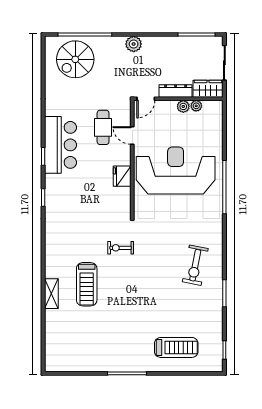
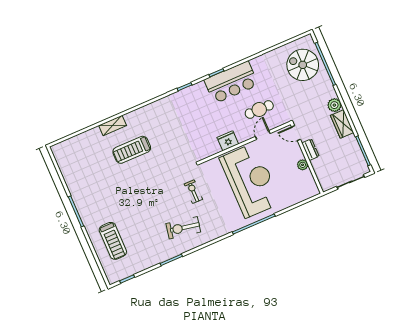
wardrobe: (208, 89) -> (342, 124), moved, turned 180
dresser: (176, 91) -> (310, 150), width x0.70
plant: (196, 106) -> (307, 175), removed
exercise bike: (121, 248) -> (193, 192), moved

